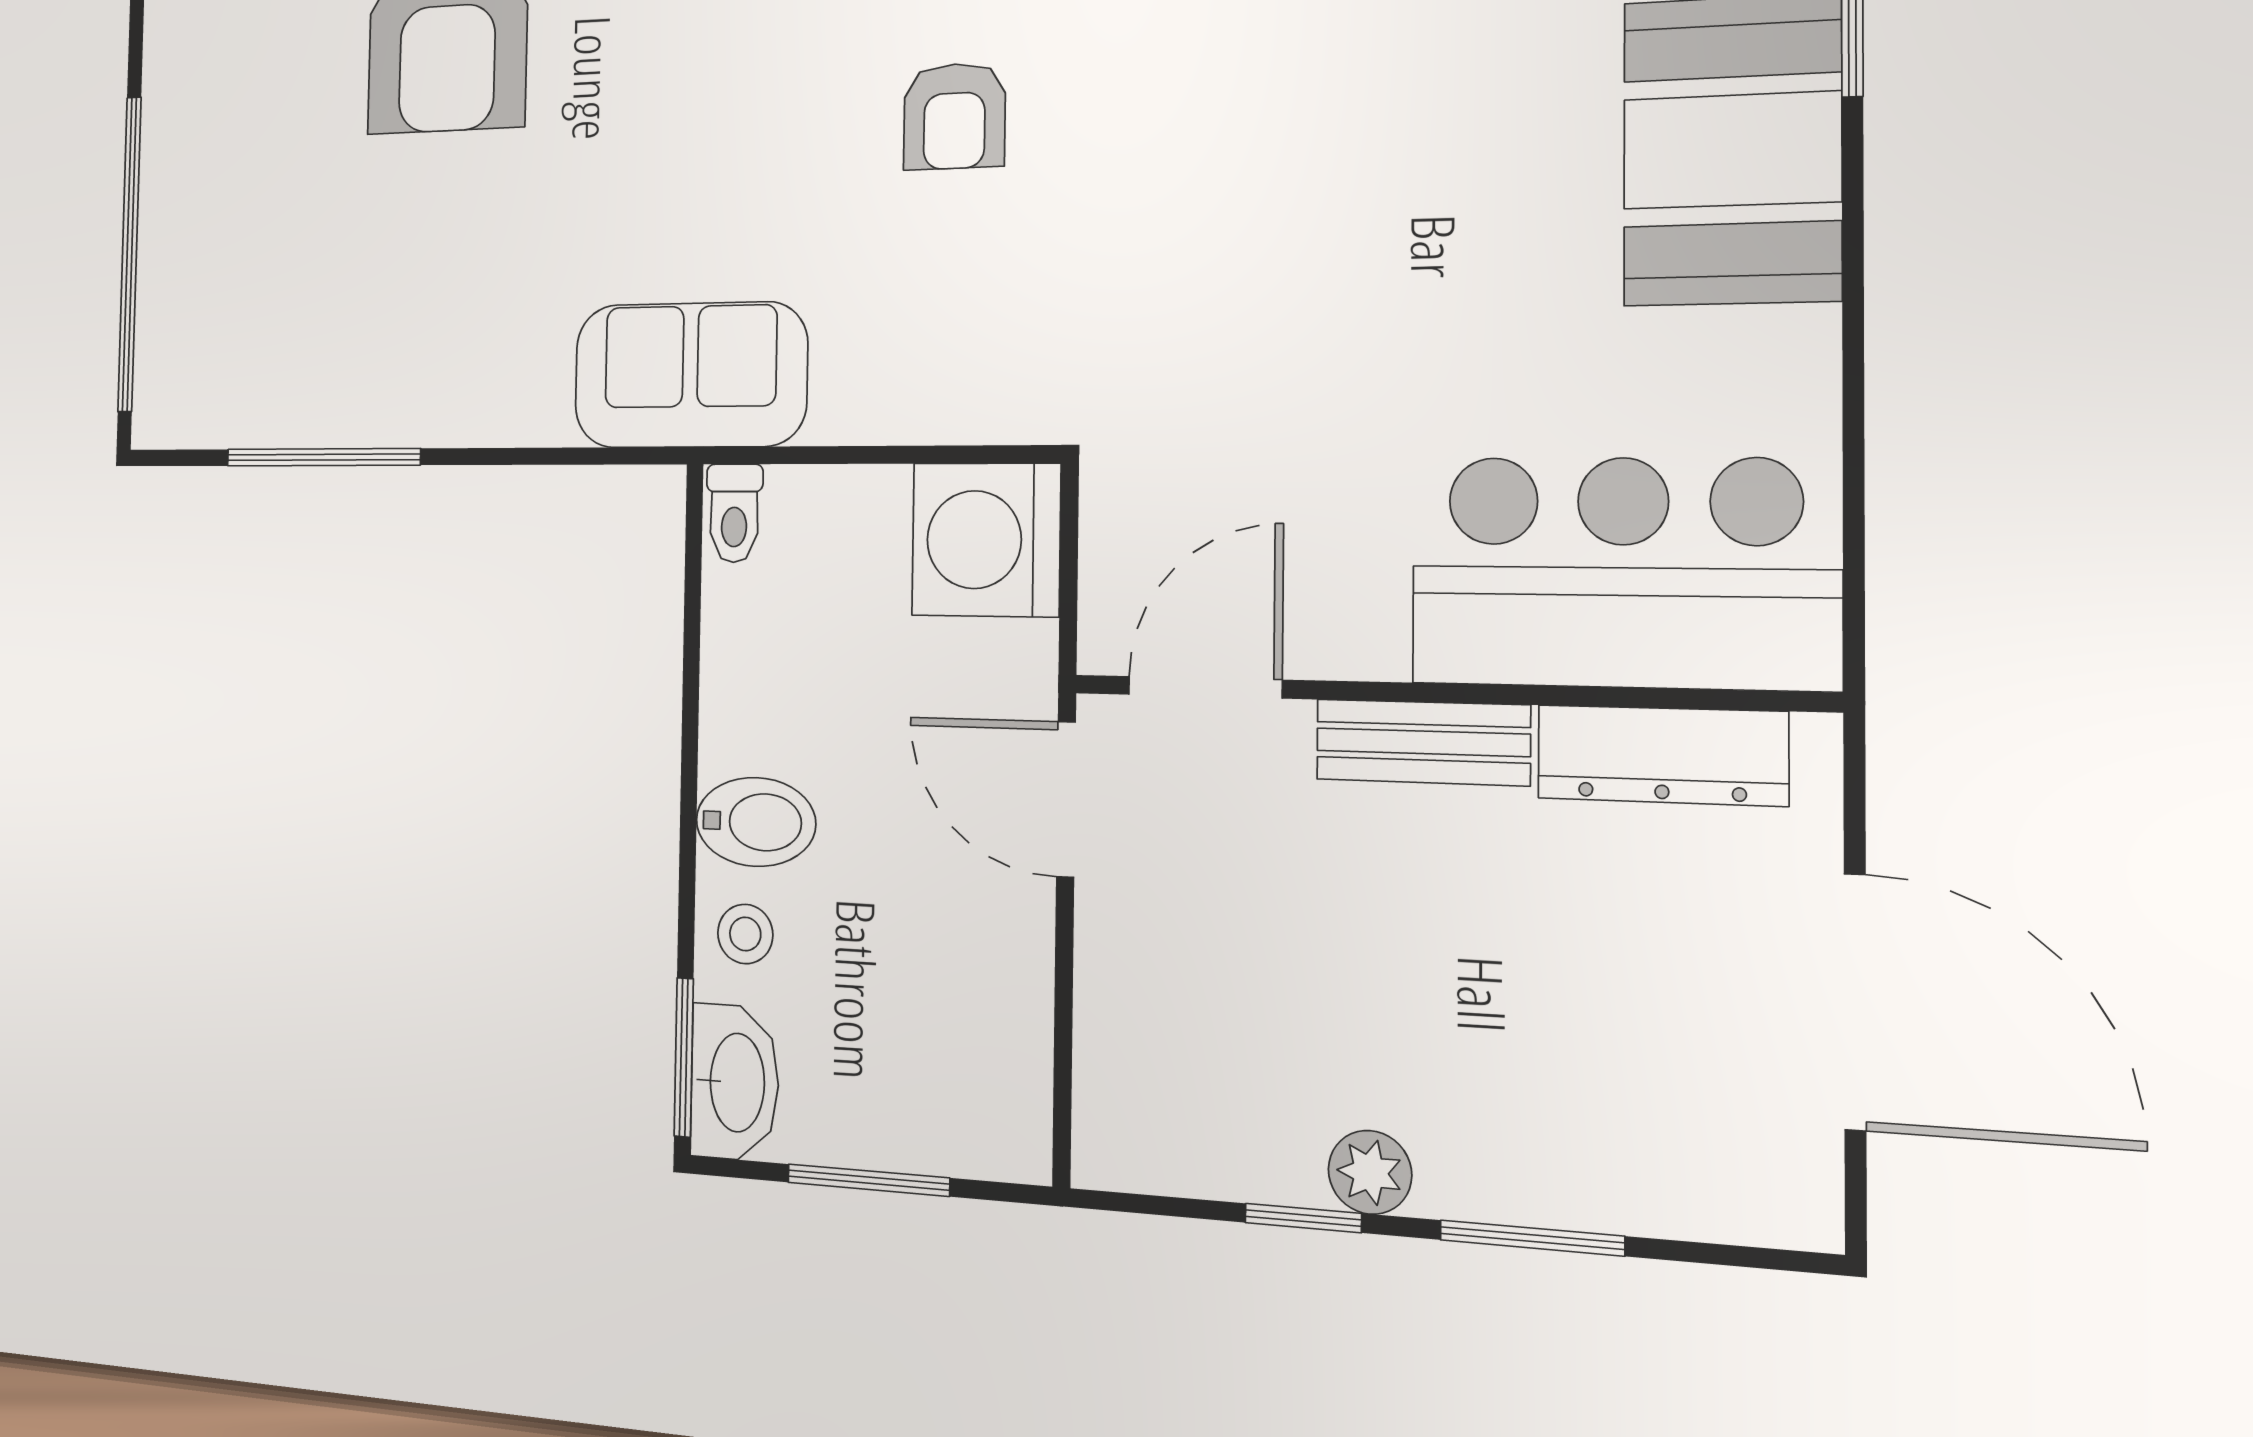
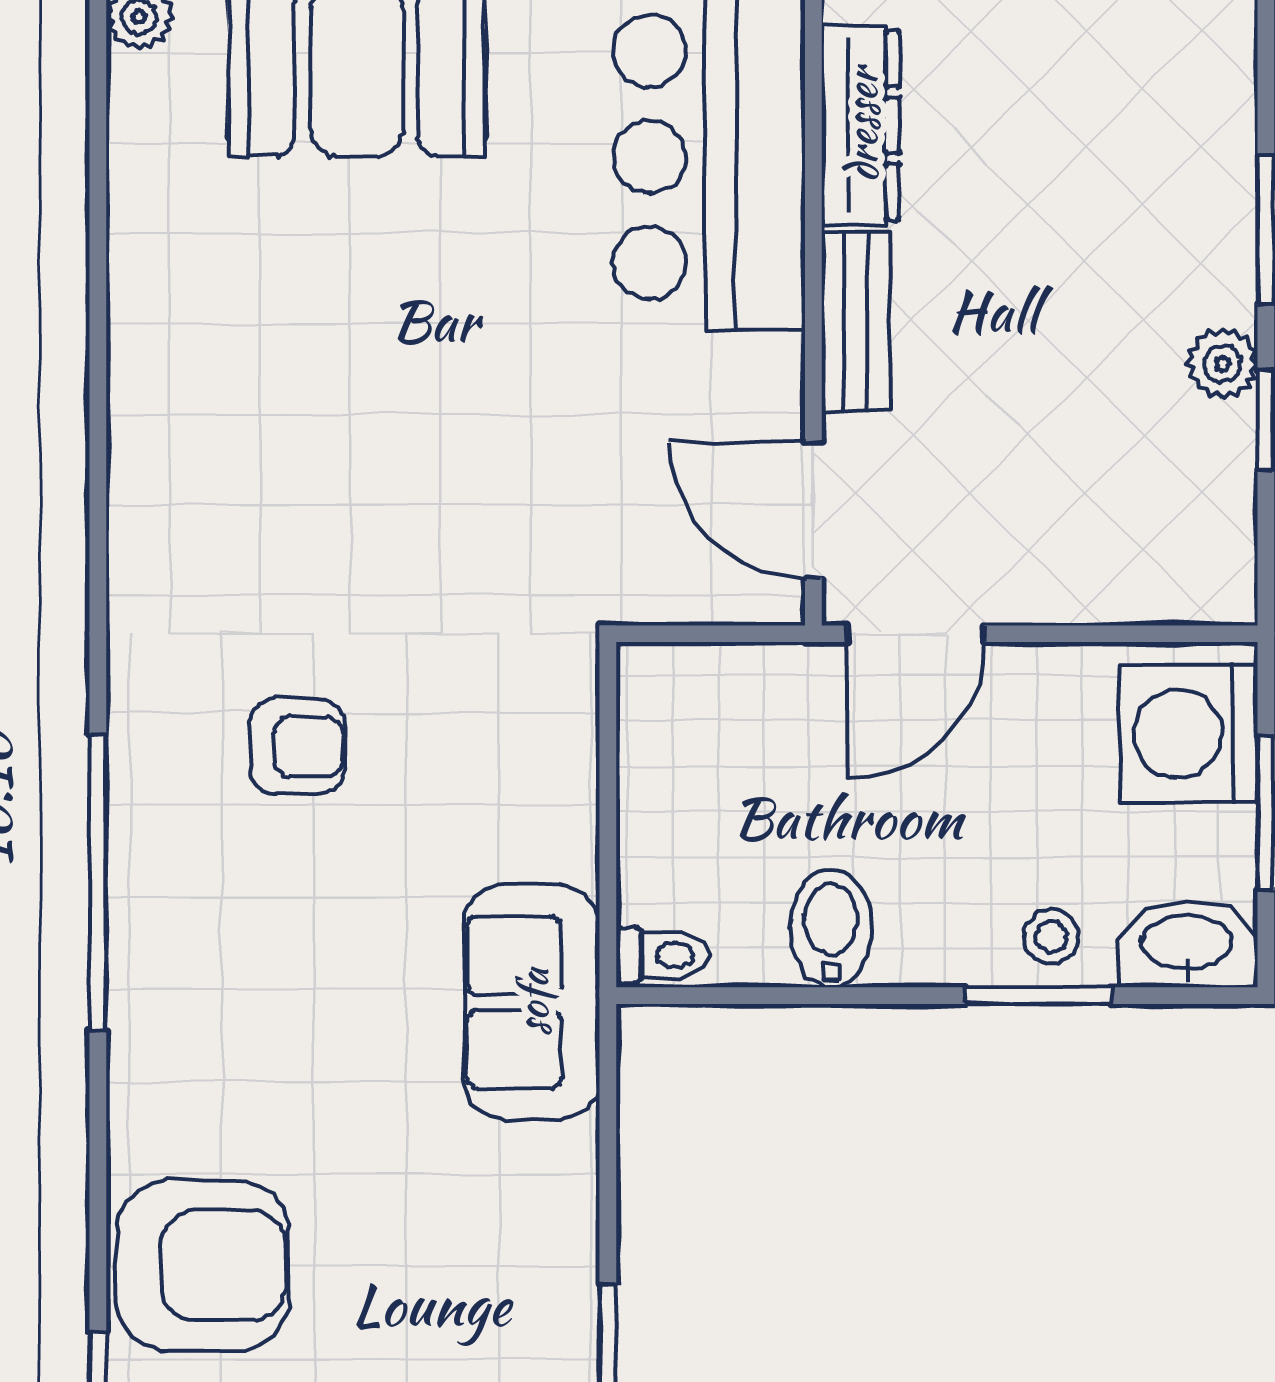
washing machine: (986, 540) -> (1189, 734), moved, turned 90
bidet: (756, 822) -> (831, 928), moved
window: (684, 1057) -> (1039, 996), moved

